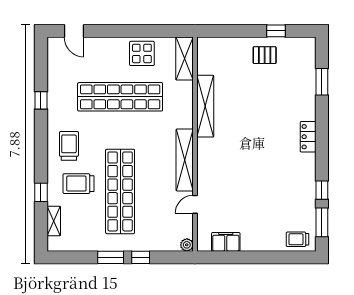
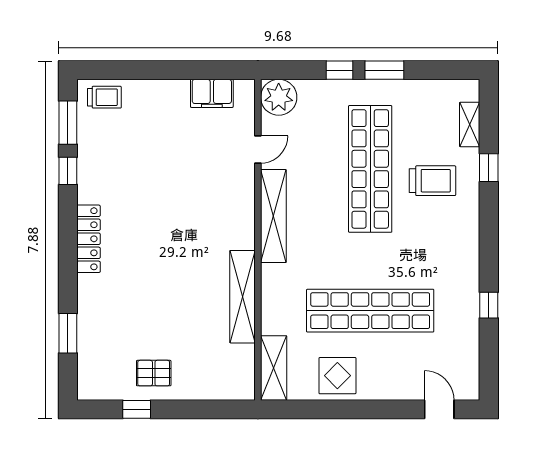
locker: (308, 137) -> (89, 239), width x1.53
trolley: (69, 146) -> (447, 237), removed
plant: (187, 245) -> (279, 97), width x1.87, depth x1.87

